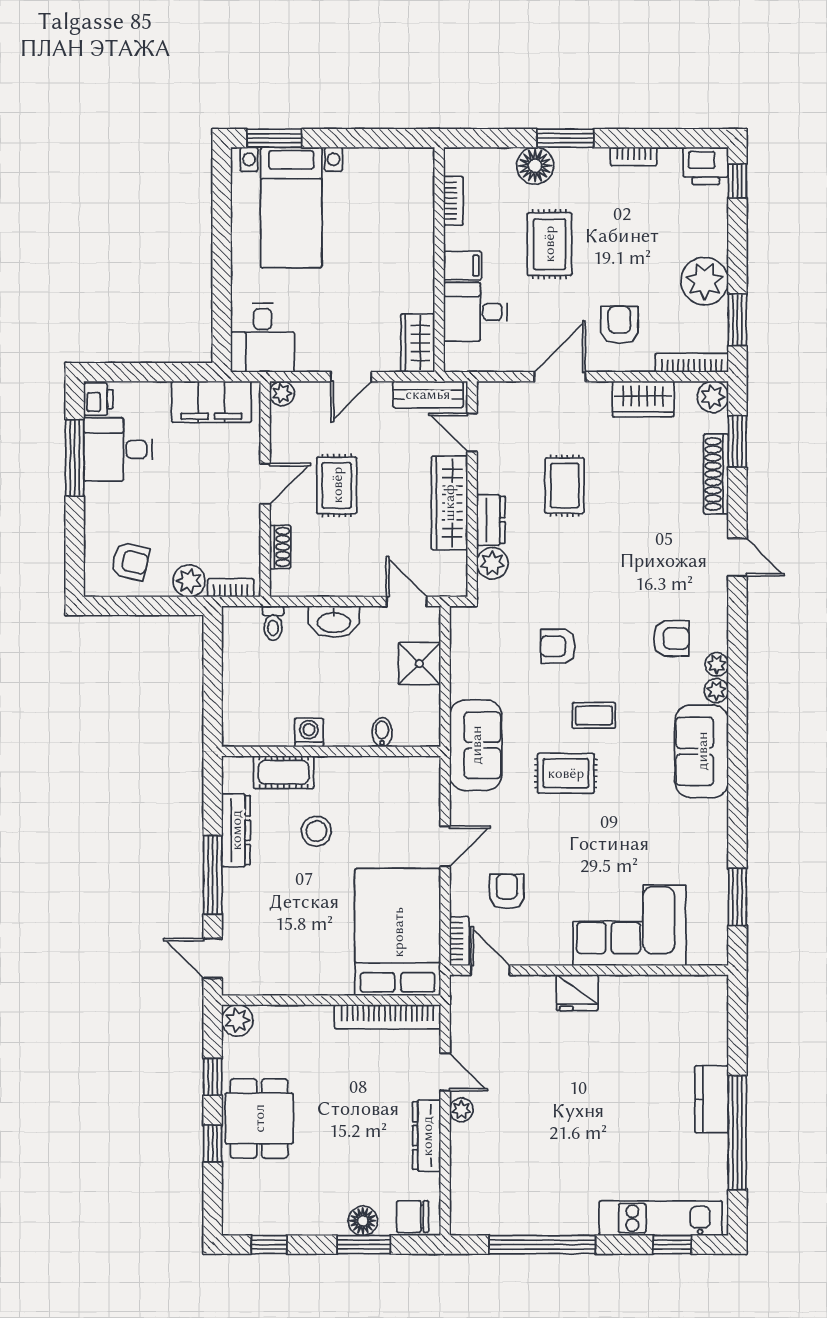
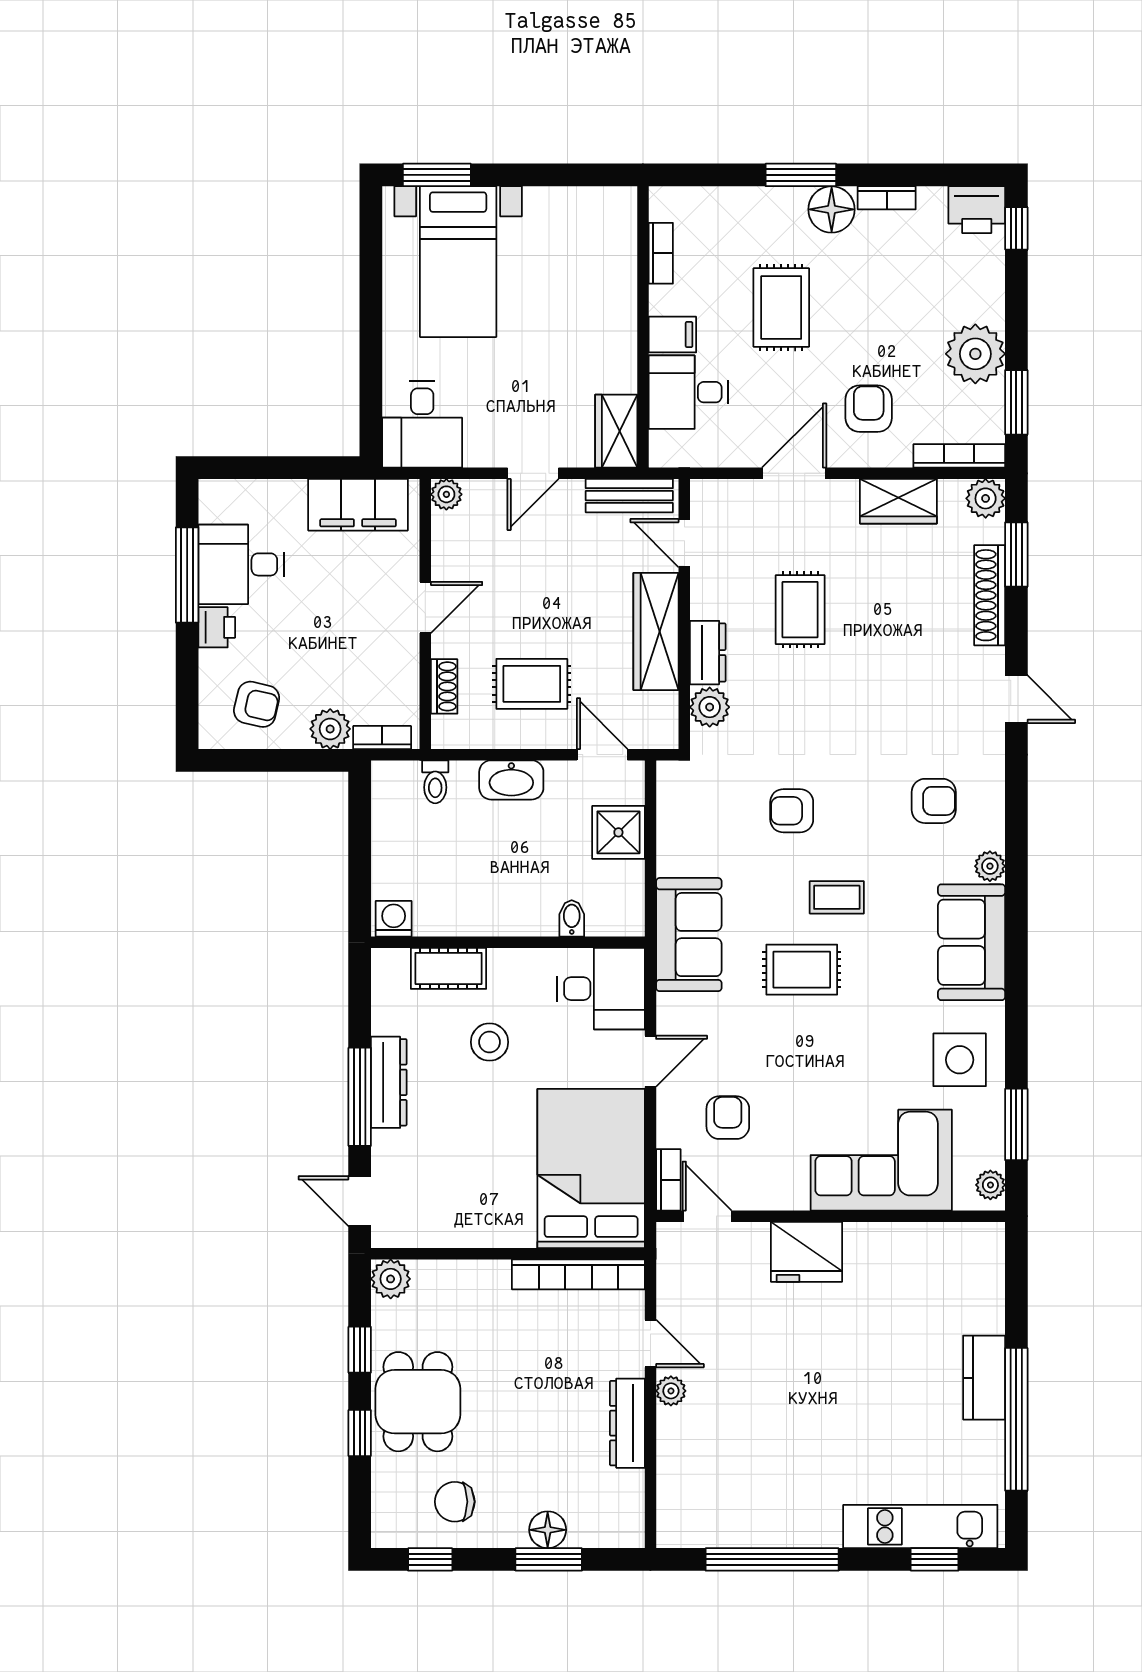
floor lamp: (535, 166) -> (832, 209), moved
printer: (98, 399) -> (217, 627), moved
rug: (337, 485) -> (532, 684), moved, turned 90
plant: (717, 664) -> (990, 1185), moved
washing machine: (309, 733) -> (394, 919), moved
desk: (405, 788) -> (601, 989), added
dresser: (236, 830) -> (389, 1082), moved
side table: (692, 845) -> (960, 1060), added
fridge: (577, 993) -> (806, 1252), width x1.36, depth x1.34
chair: (413, 1217) -> (455, 1502), moved

